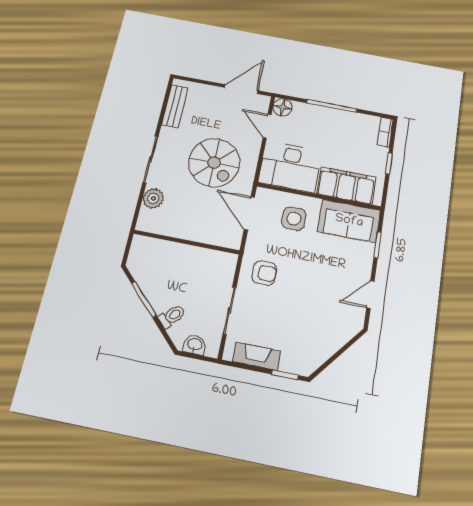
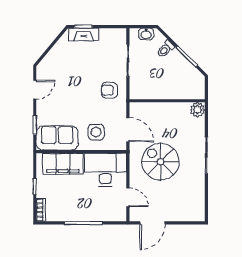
bench: (175, 106) -> (199, 199), removed
floor lamp: (283, 107) -> (119, 214), removed
plant: (153, 198) -> (197, 110), moved
fireplace: (257, 356) -> (84, 34), moved

